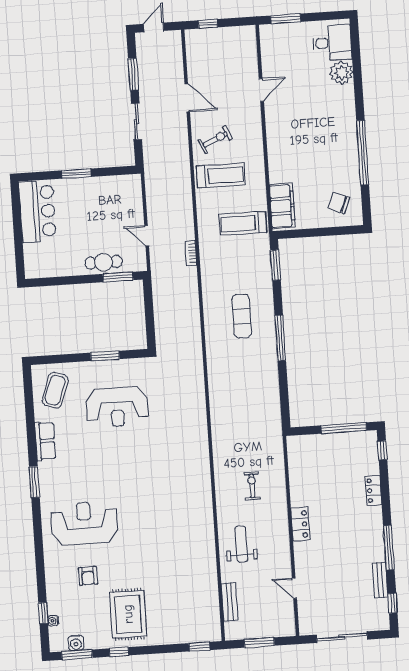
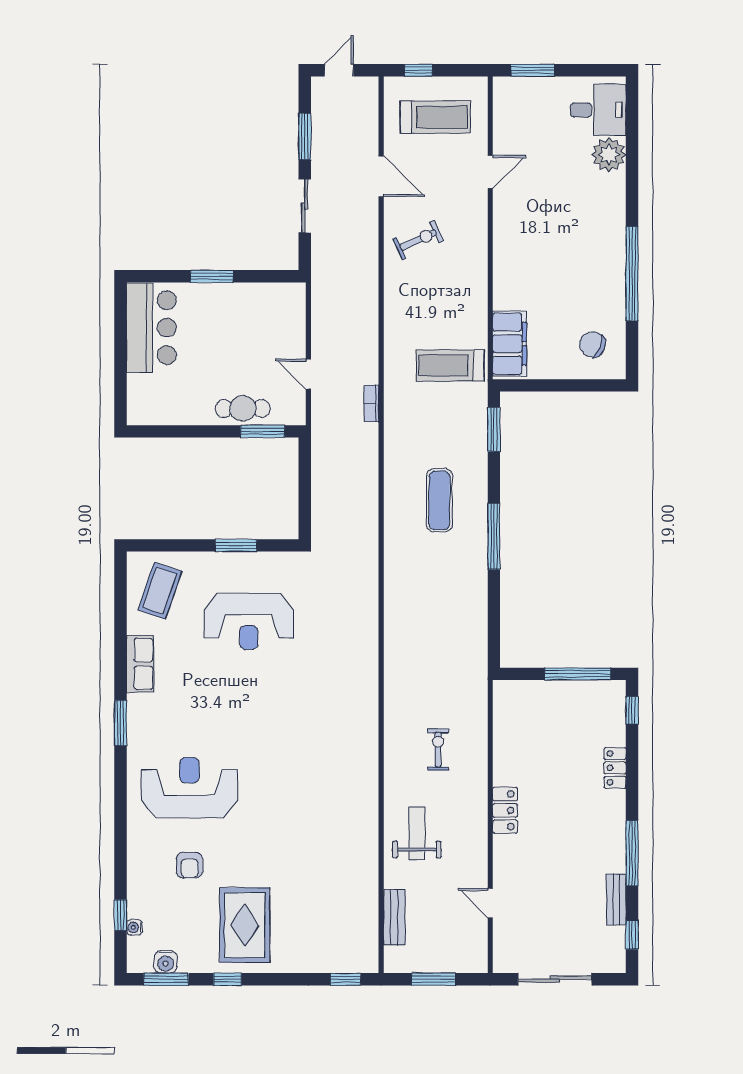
treadmill: (221, 176) -> (435, 117), moved

